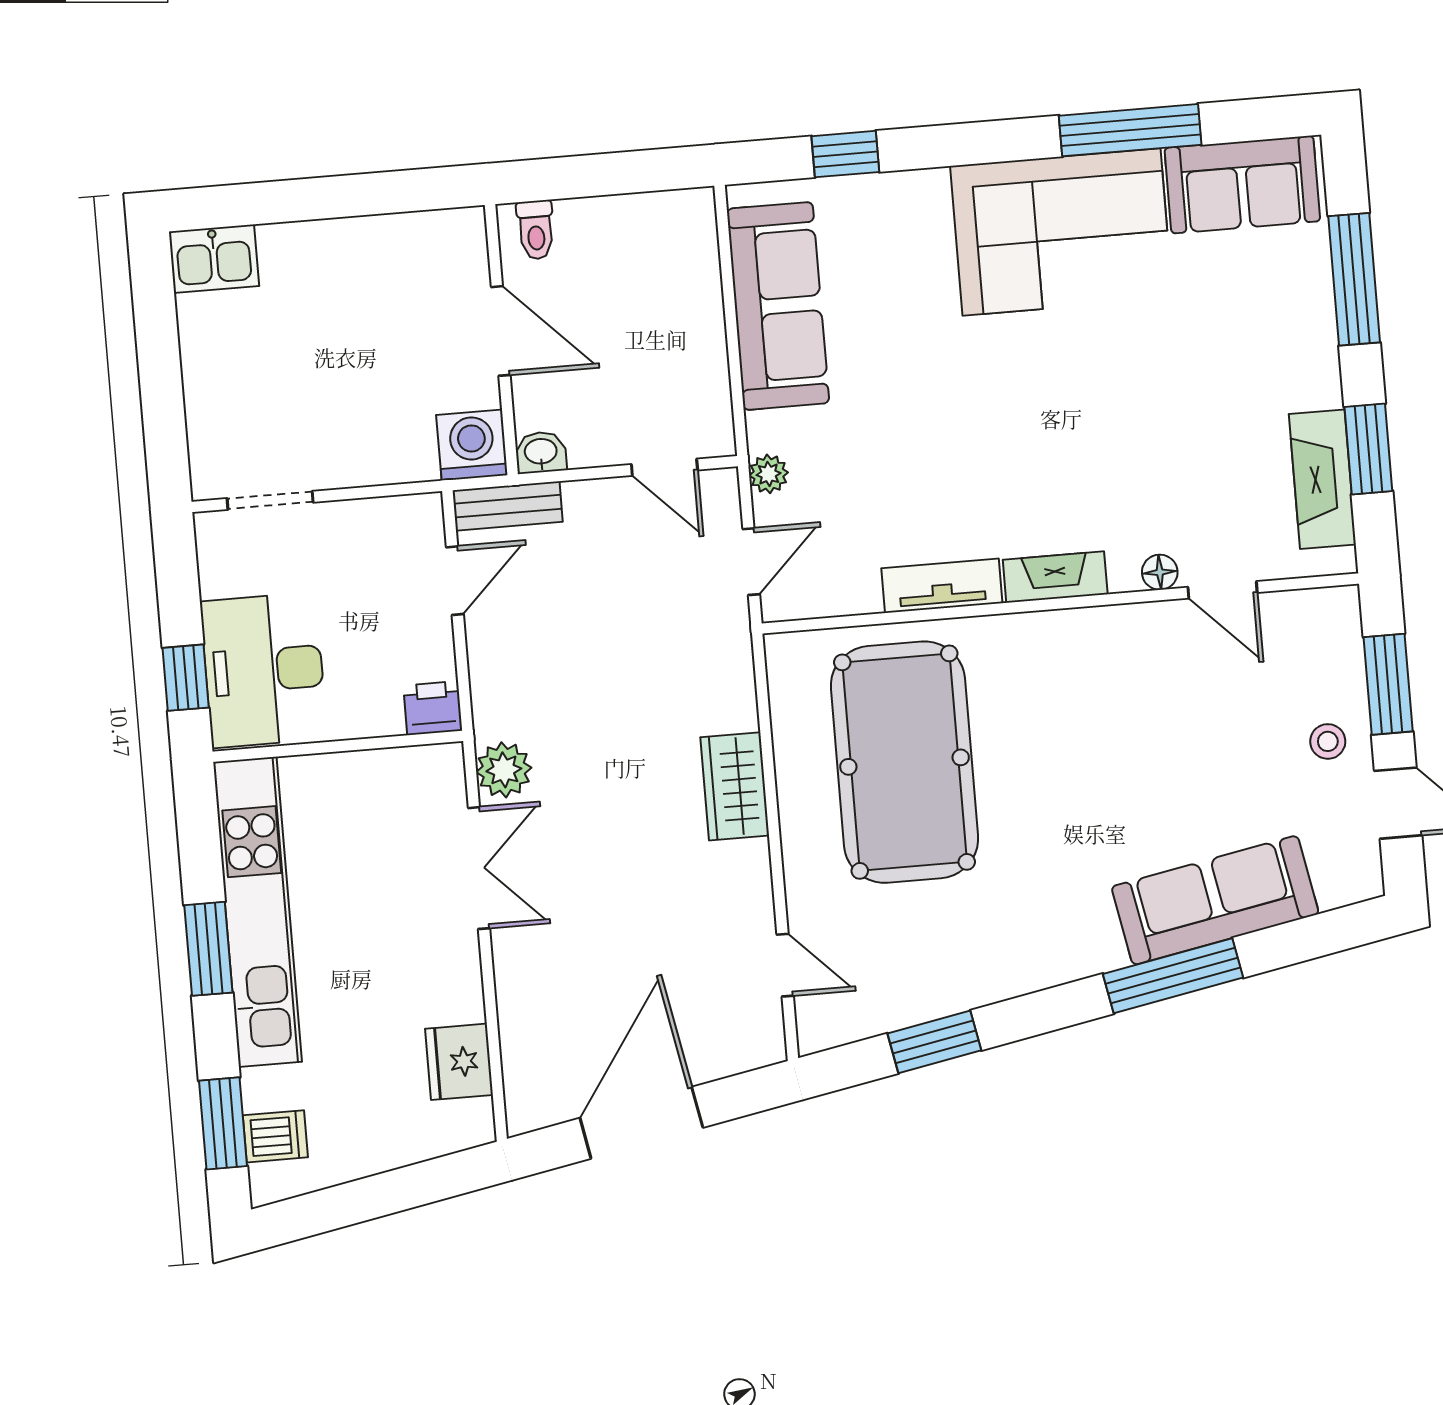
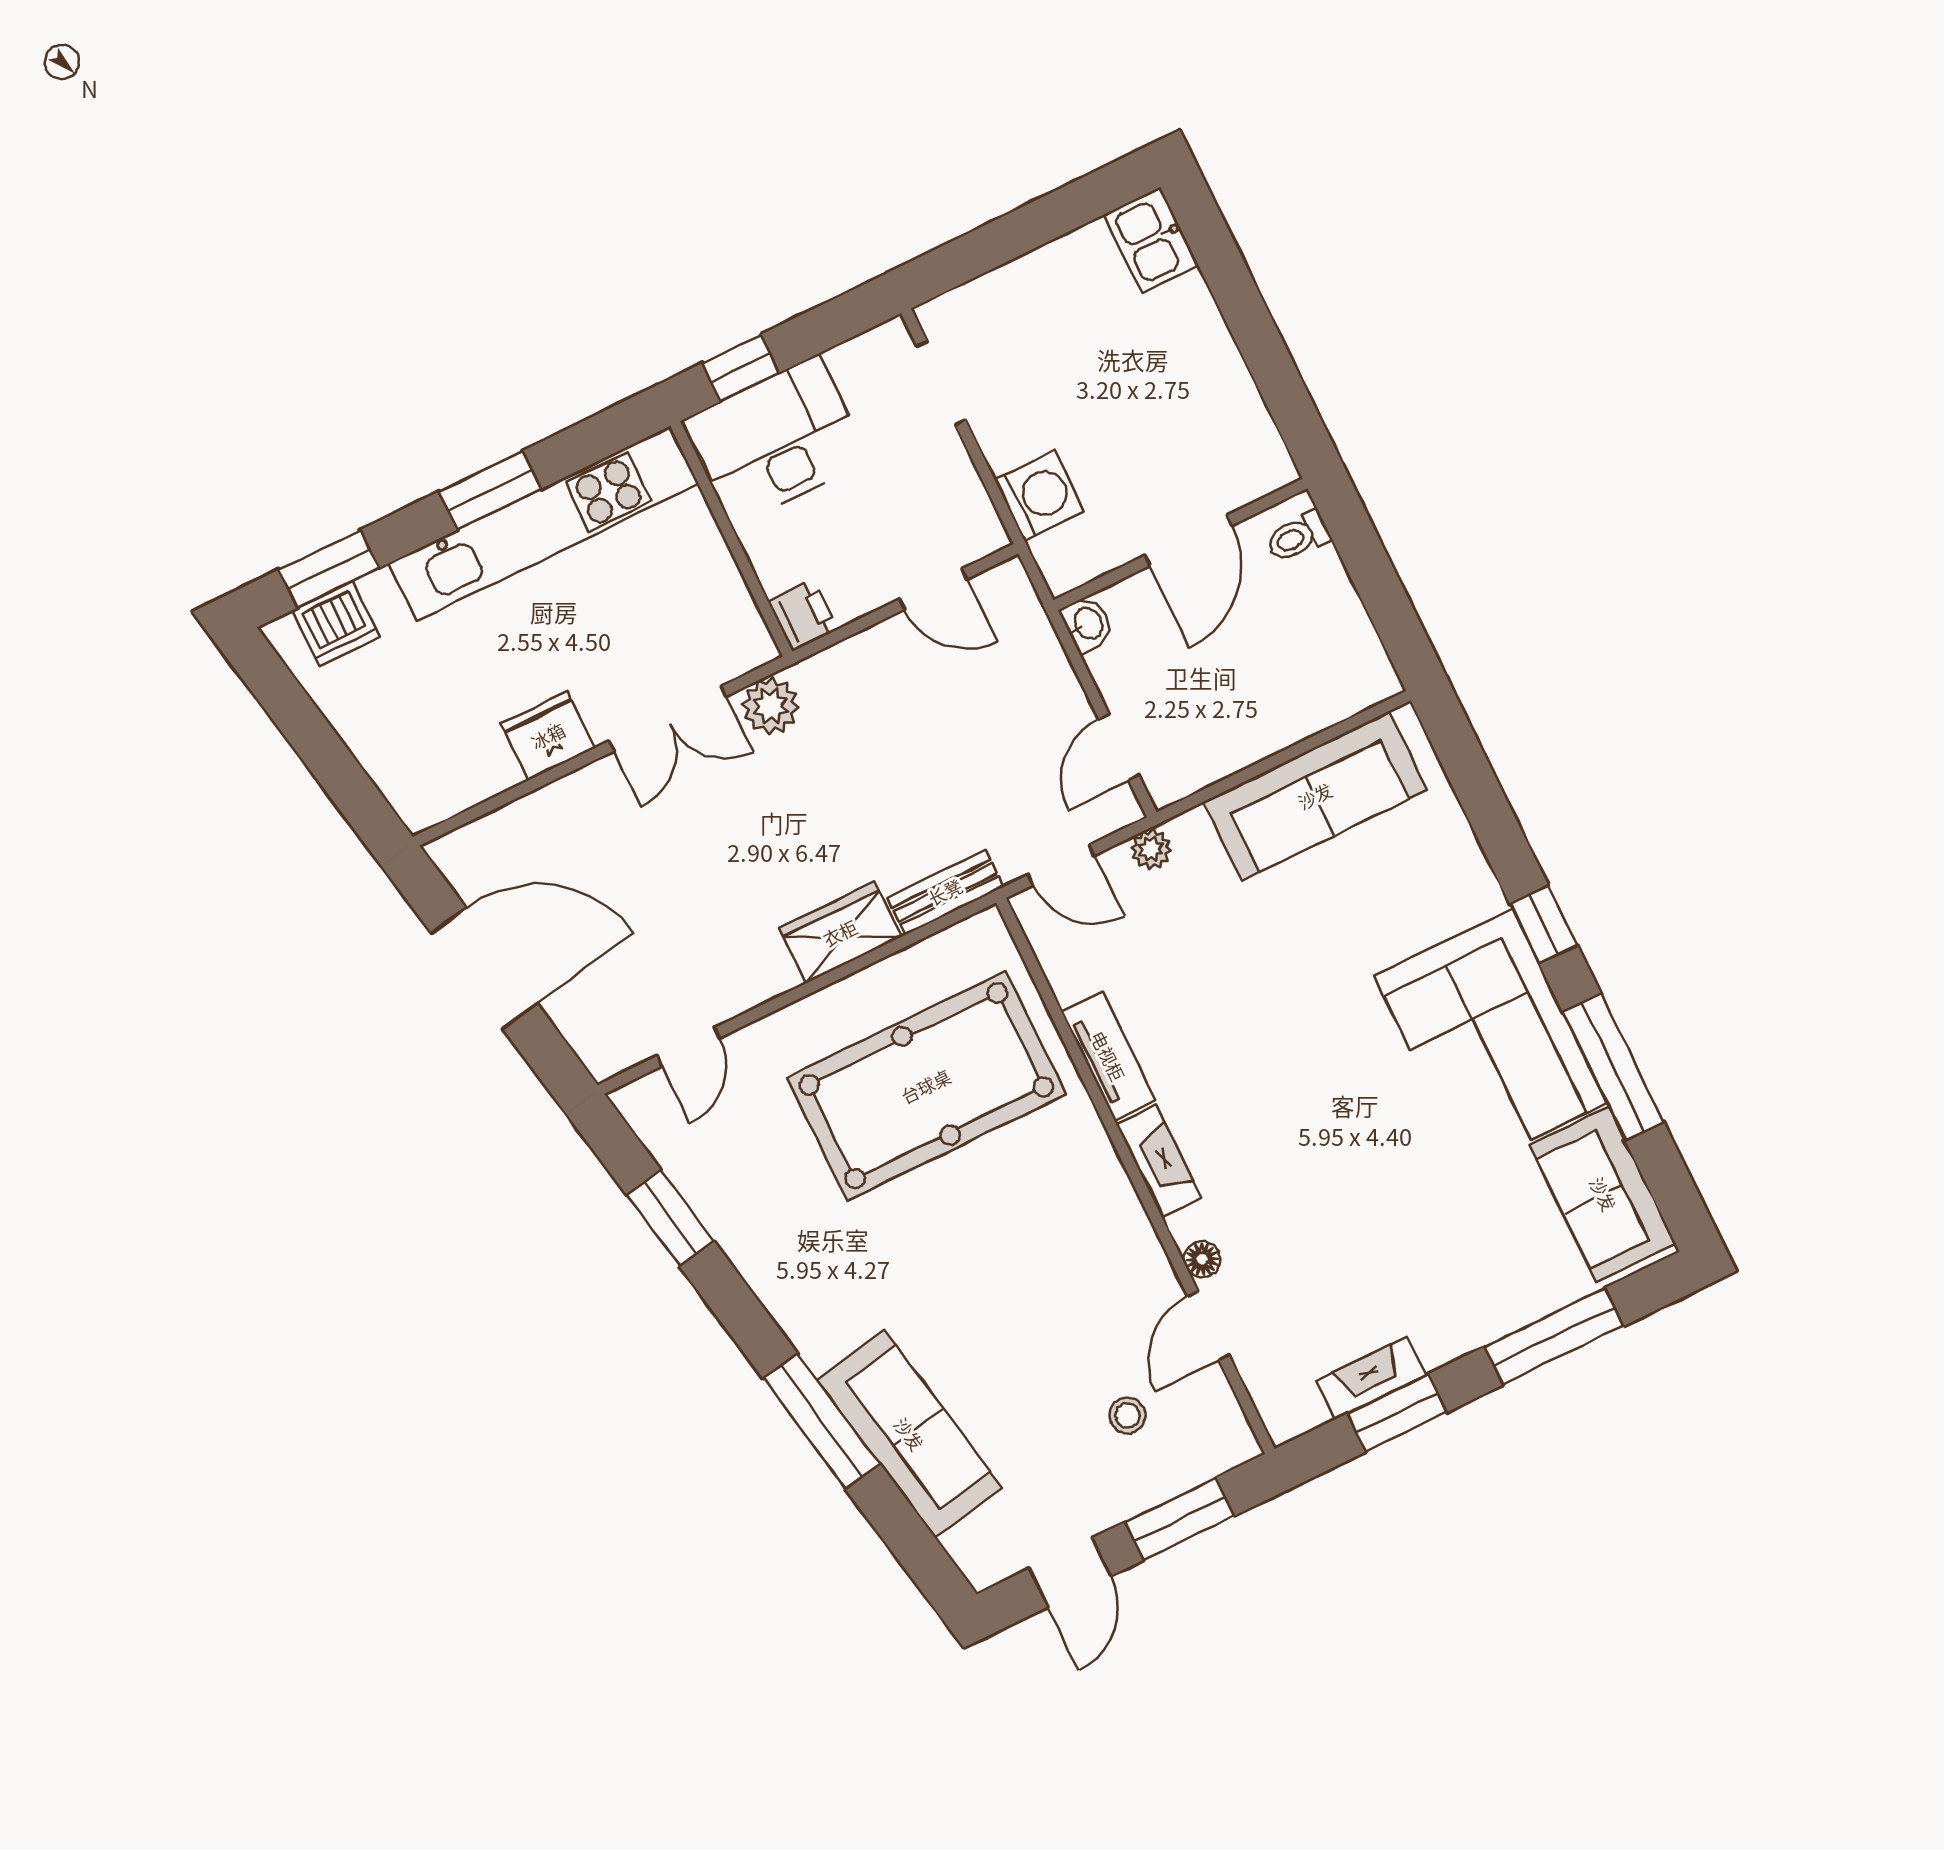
window: (845, 154) -> (1544, 924), moved
washing machine: (472, 445) -> (1040, 496), moved
fireplace: (1322, 479) -> (1371, 1378), width x0.73, depth x0.76
bench: (508, 506) -> (945, 892), moved, turned 90
stool: (1328, 741) -> (1128, 1416), moved
fridge: (459, 1062) -> (548, 736), moved
dishwasher: (275, 1136) -> (336, 624), width x1.38

